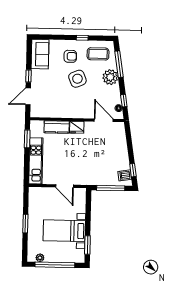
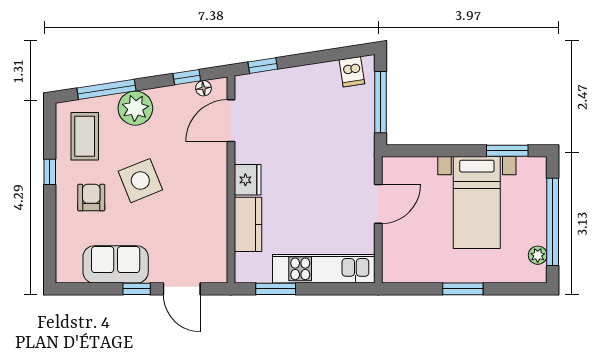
sofa: (40, 54) -> (116, 264), moved
window: (133, 170) -> (263, 66), moved

